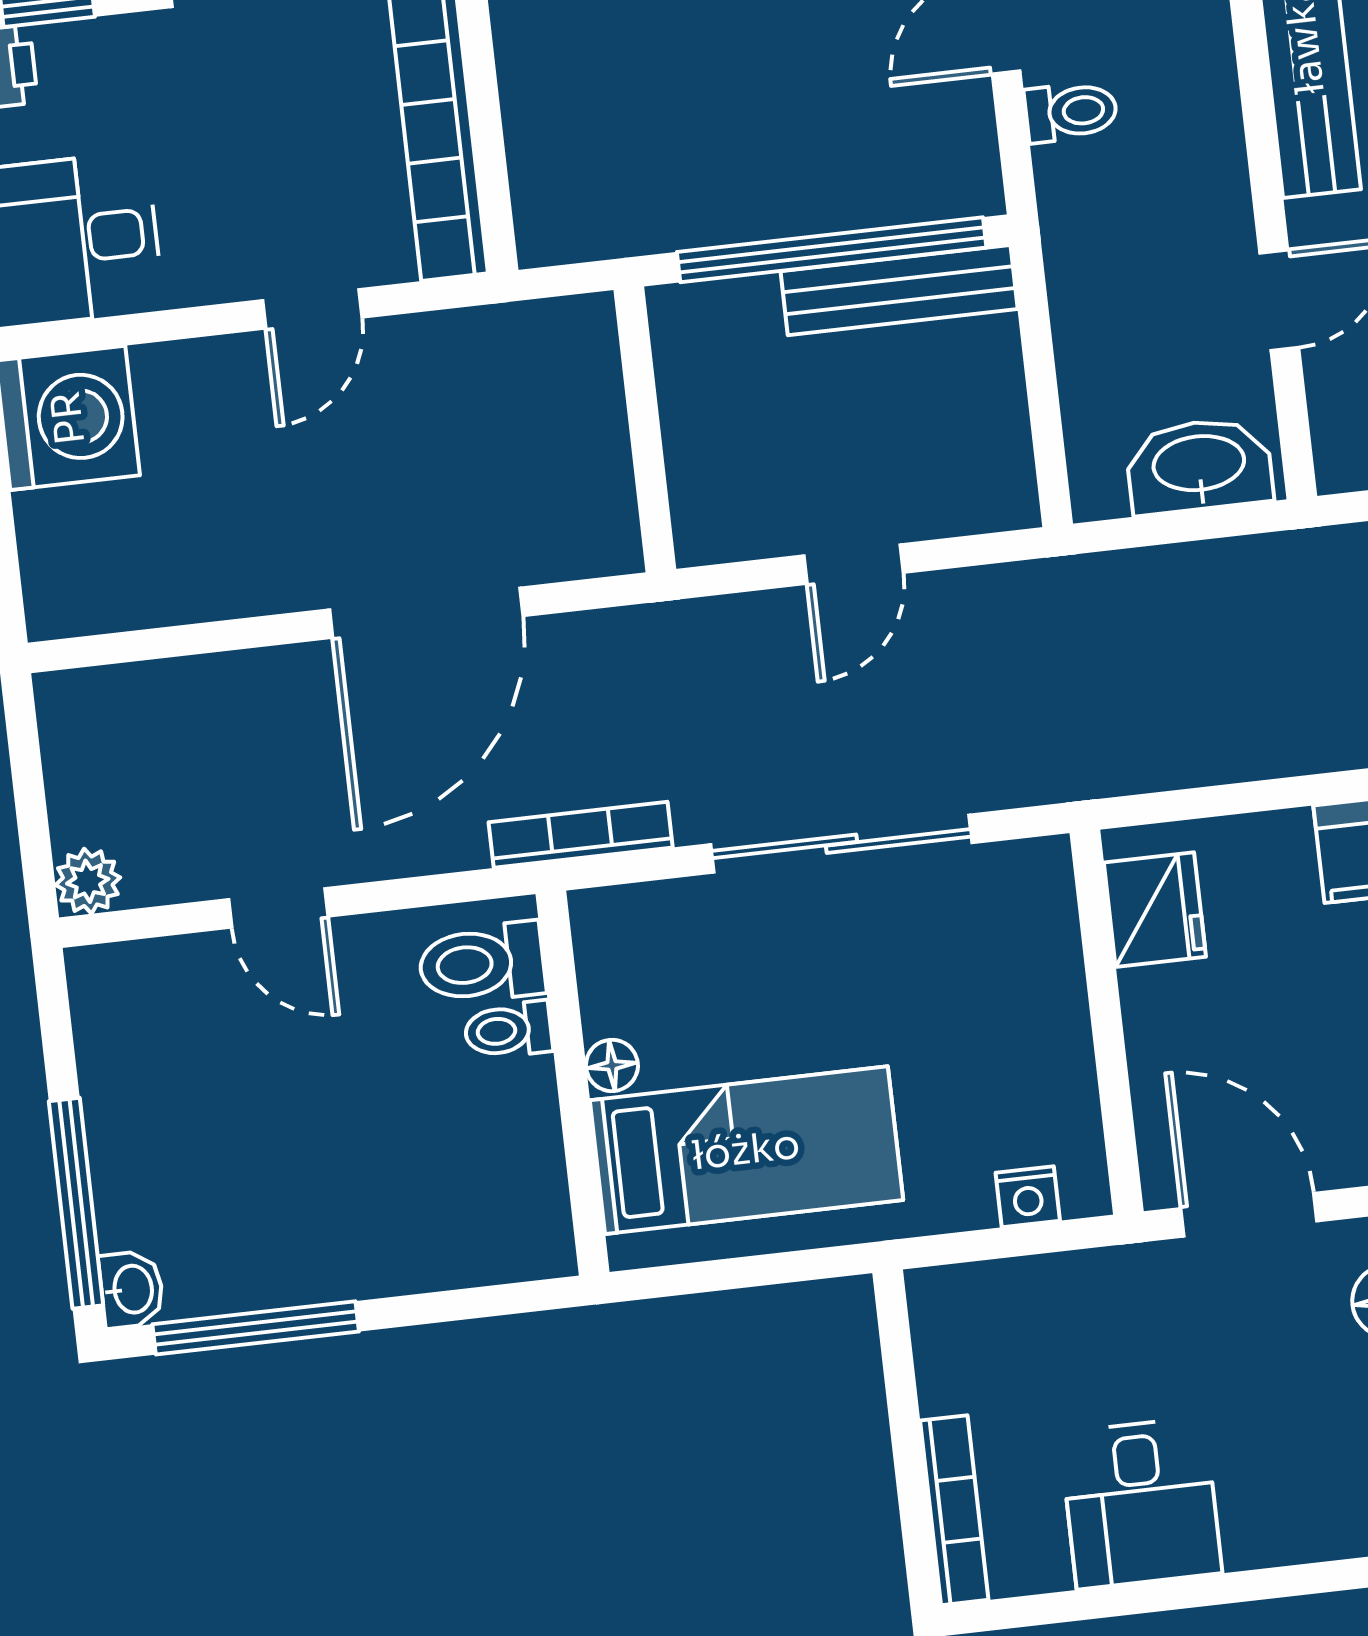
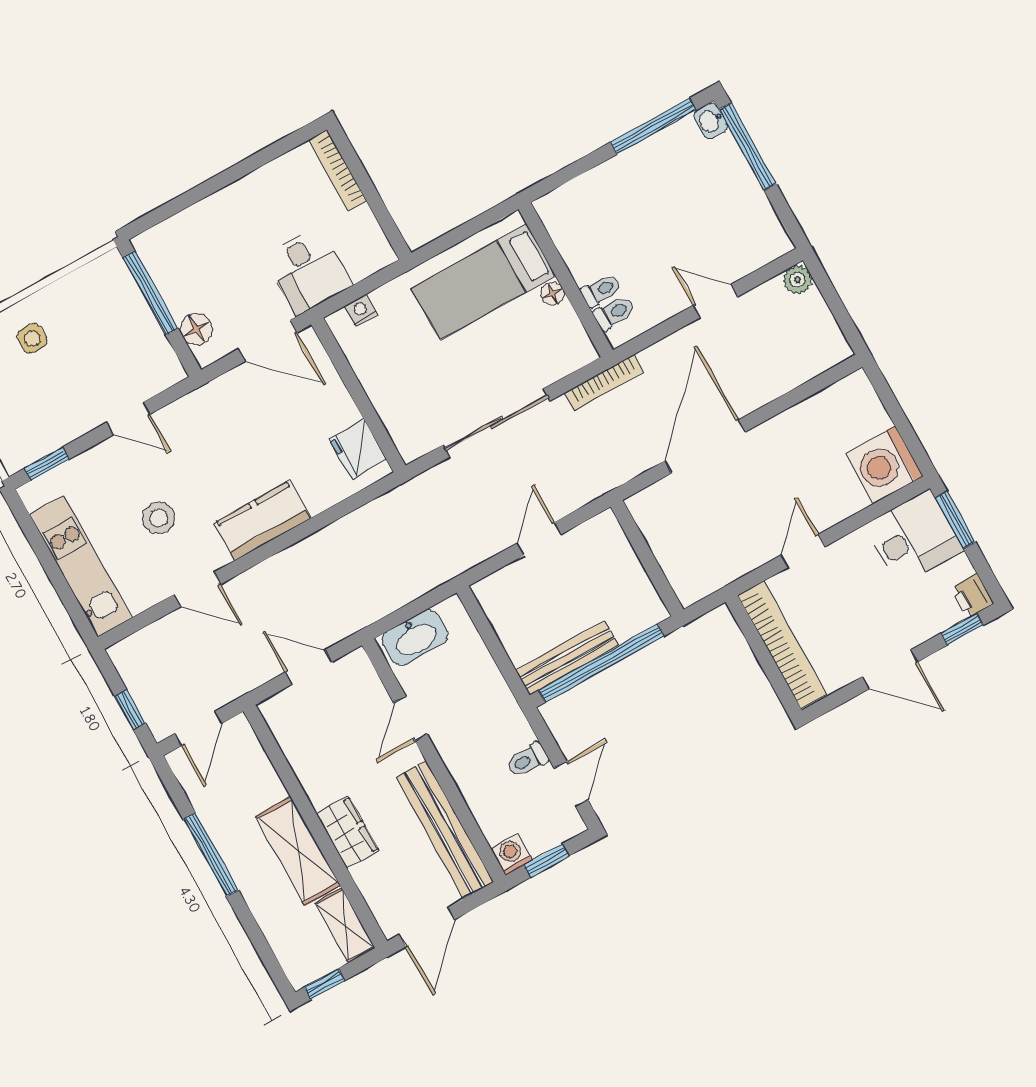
toilet: (482, 963) -> (614, 313), width x0.73, depth x0.72
desk: (1141, 1503) -> (308, 271), moved, turned 180

